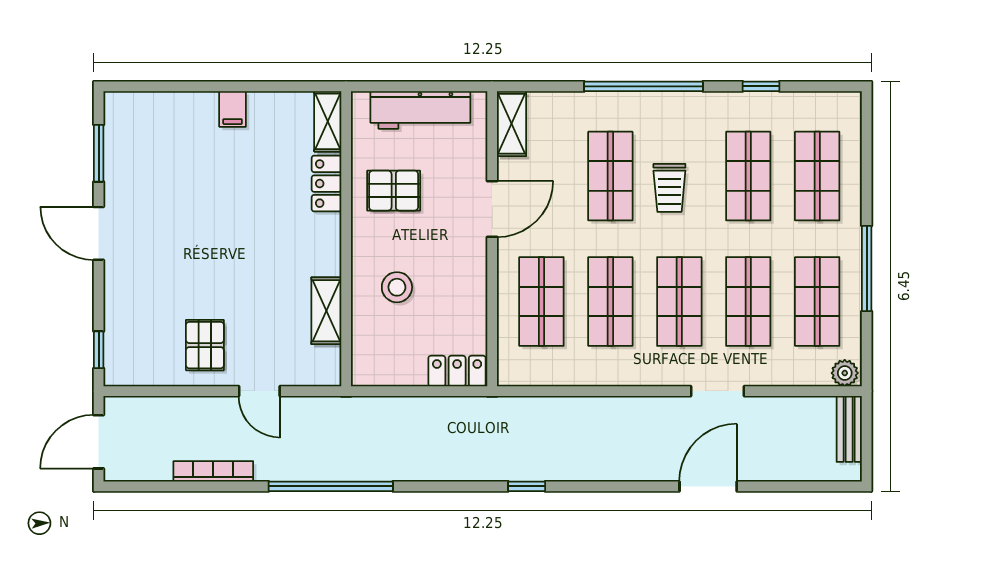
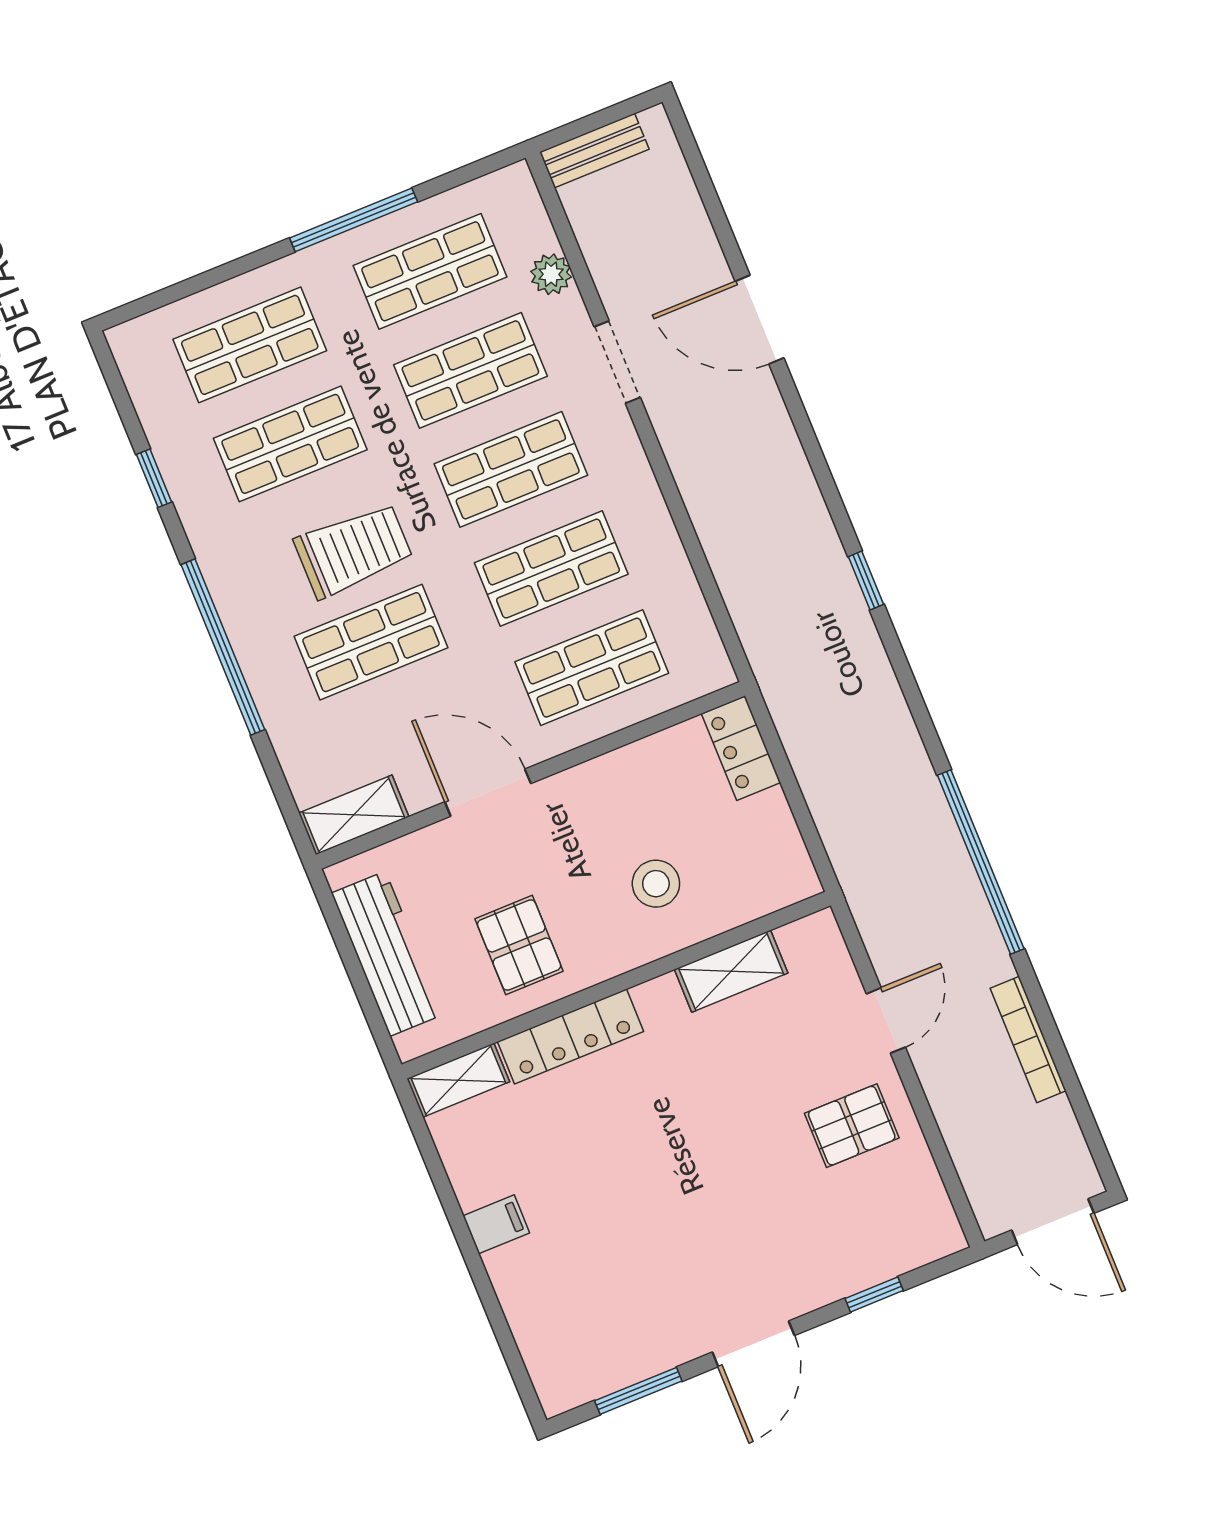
locker: (327, 184) -> (570, 1036), width x1.53
trolley: (669, 188) -> (353, 550), width x1.36, depth x1.39
window: (99, 350) -> (874, 1295), moved
plant: (845, 373) -> (551, 274), moved

